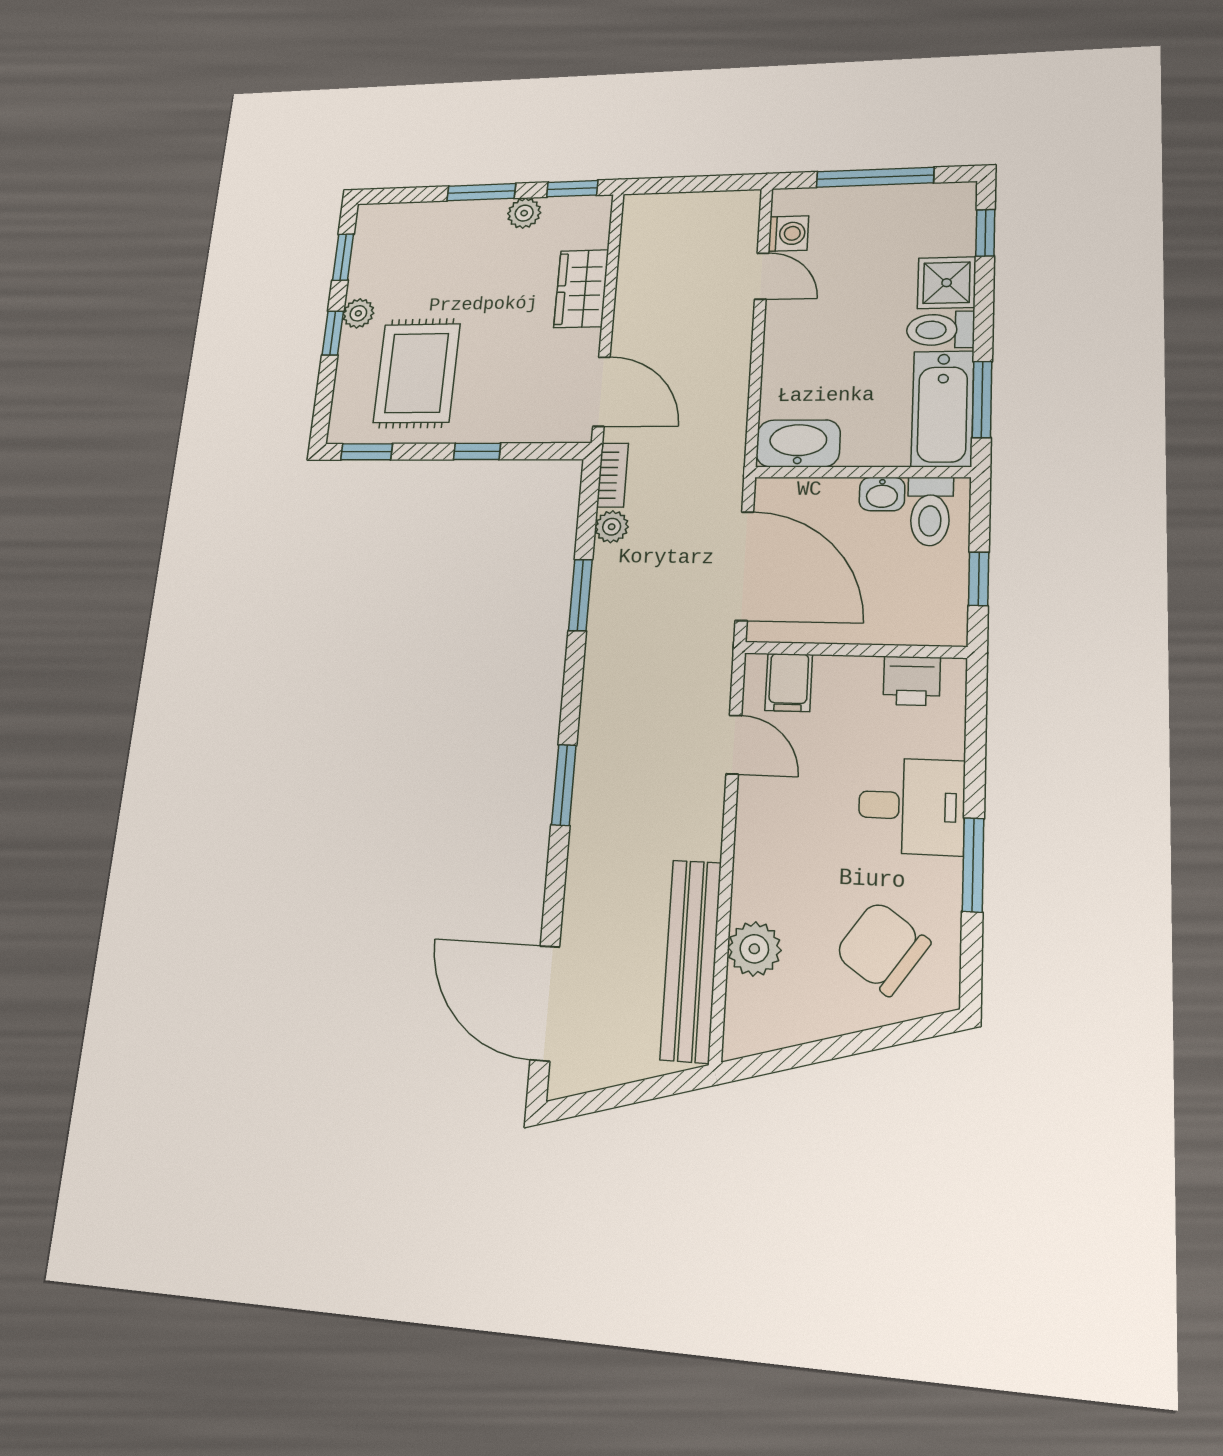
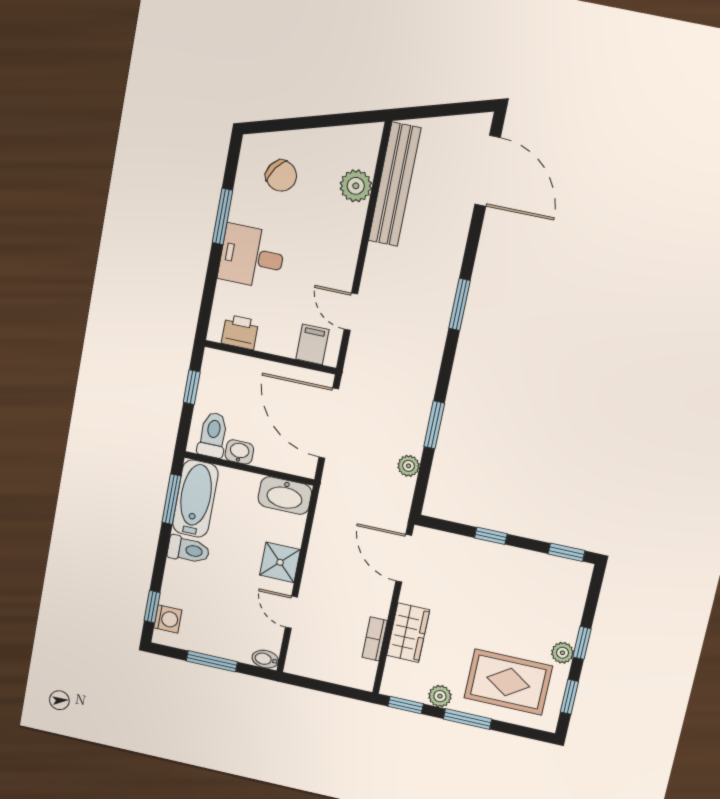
window: (875, 177) -> (212, 661), width x0.69
bidet: (792, 200) -> (265, 659), added
washing machine: (788, 233) -> (168, 619), moved, turned 180
shower: (947, 283) -> (280, 562), moved
rug: (417, 373) -> (508, 682), moved, turned 90
bookcase: (613, 475) -> (375, 639), moved
chair: (882, 948) -> (281, 176), width x0.73, depth x0.73

